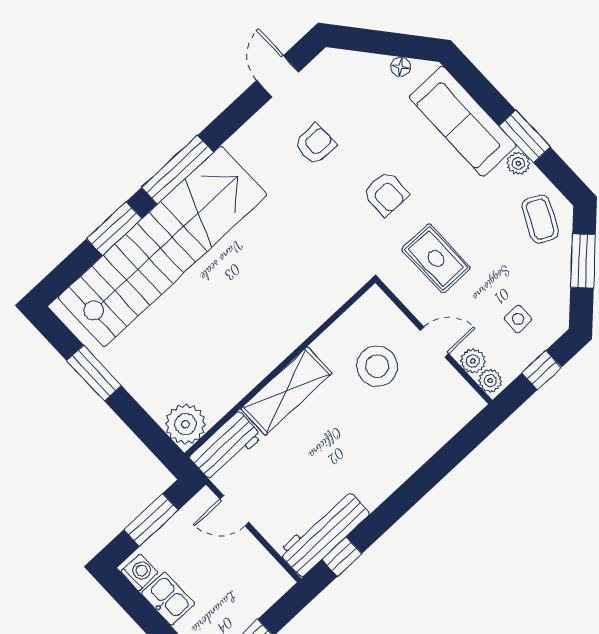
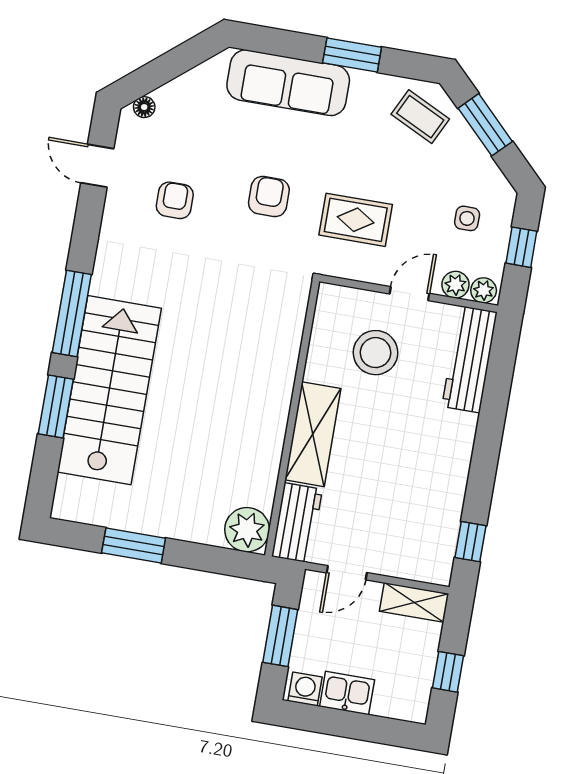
floor lamp: (401, 67) -> (144, 107), moved
plant: (518, 163) -> (364, 83), removed
armchair: (386, 193) -> (269, 196), turned -90
stairs: (162, 246) -> (109, 390), width x0.73
workbench: (324, 533) -> (470, 359), moved
shelving: (267, 570) -> (414, 602), added

